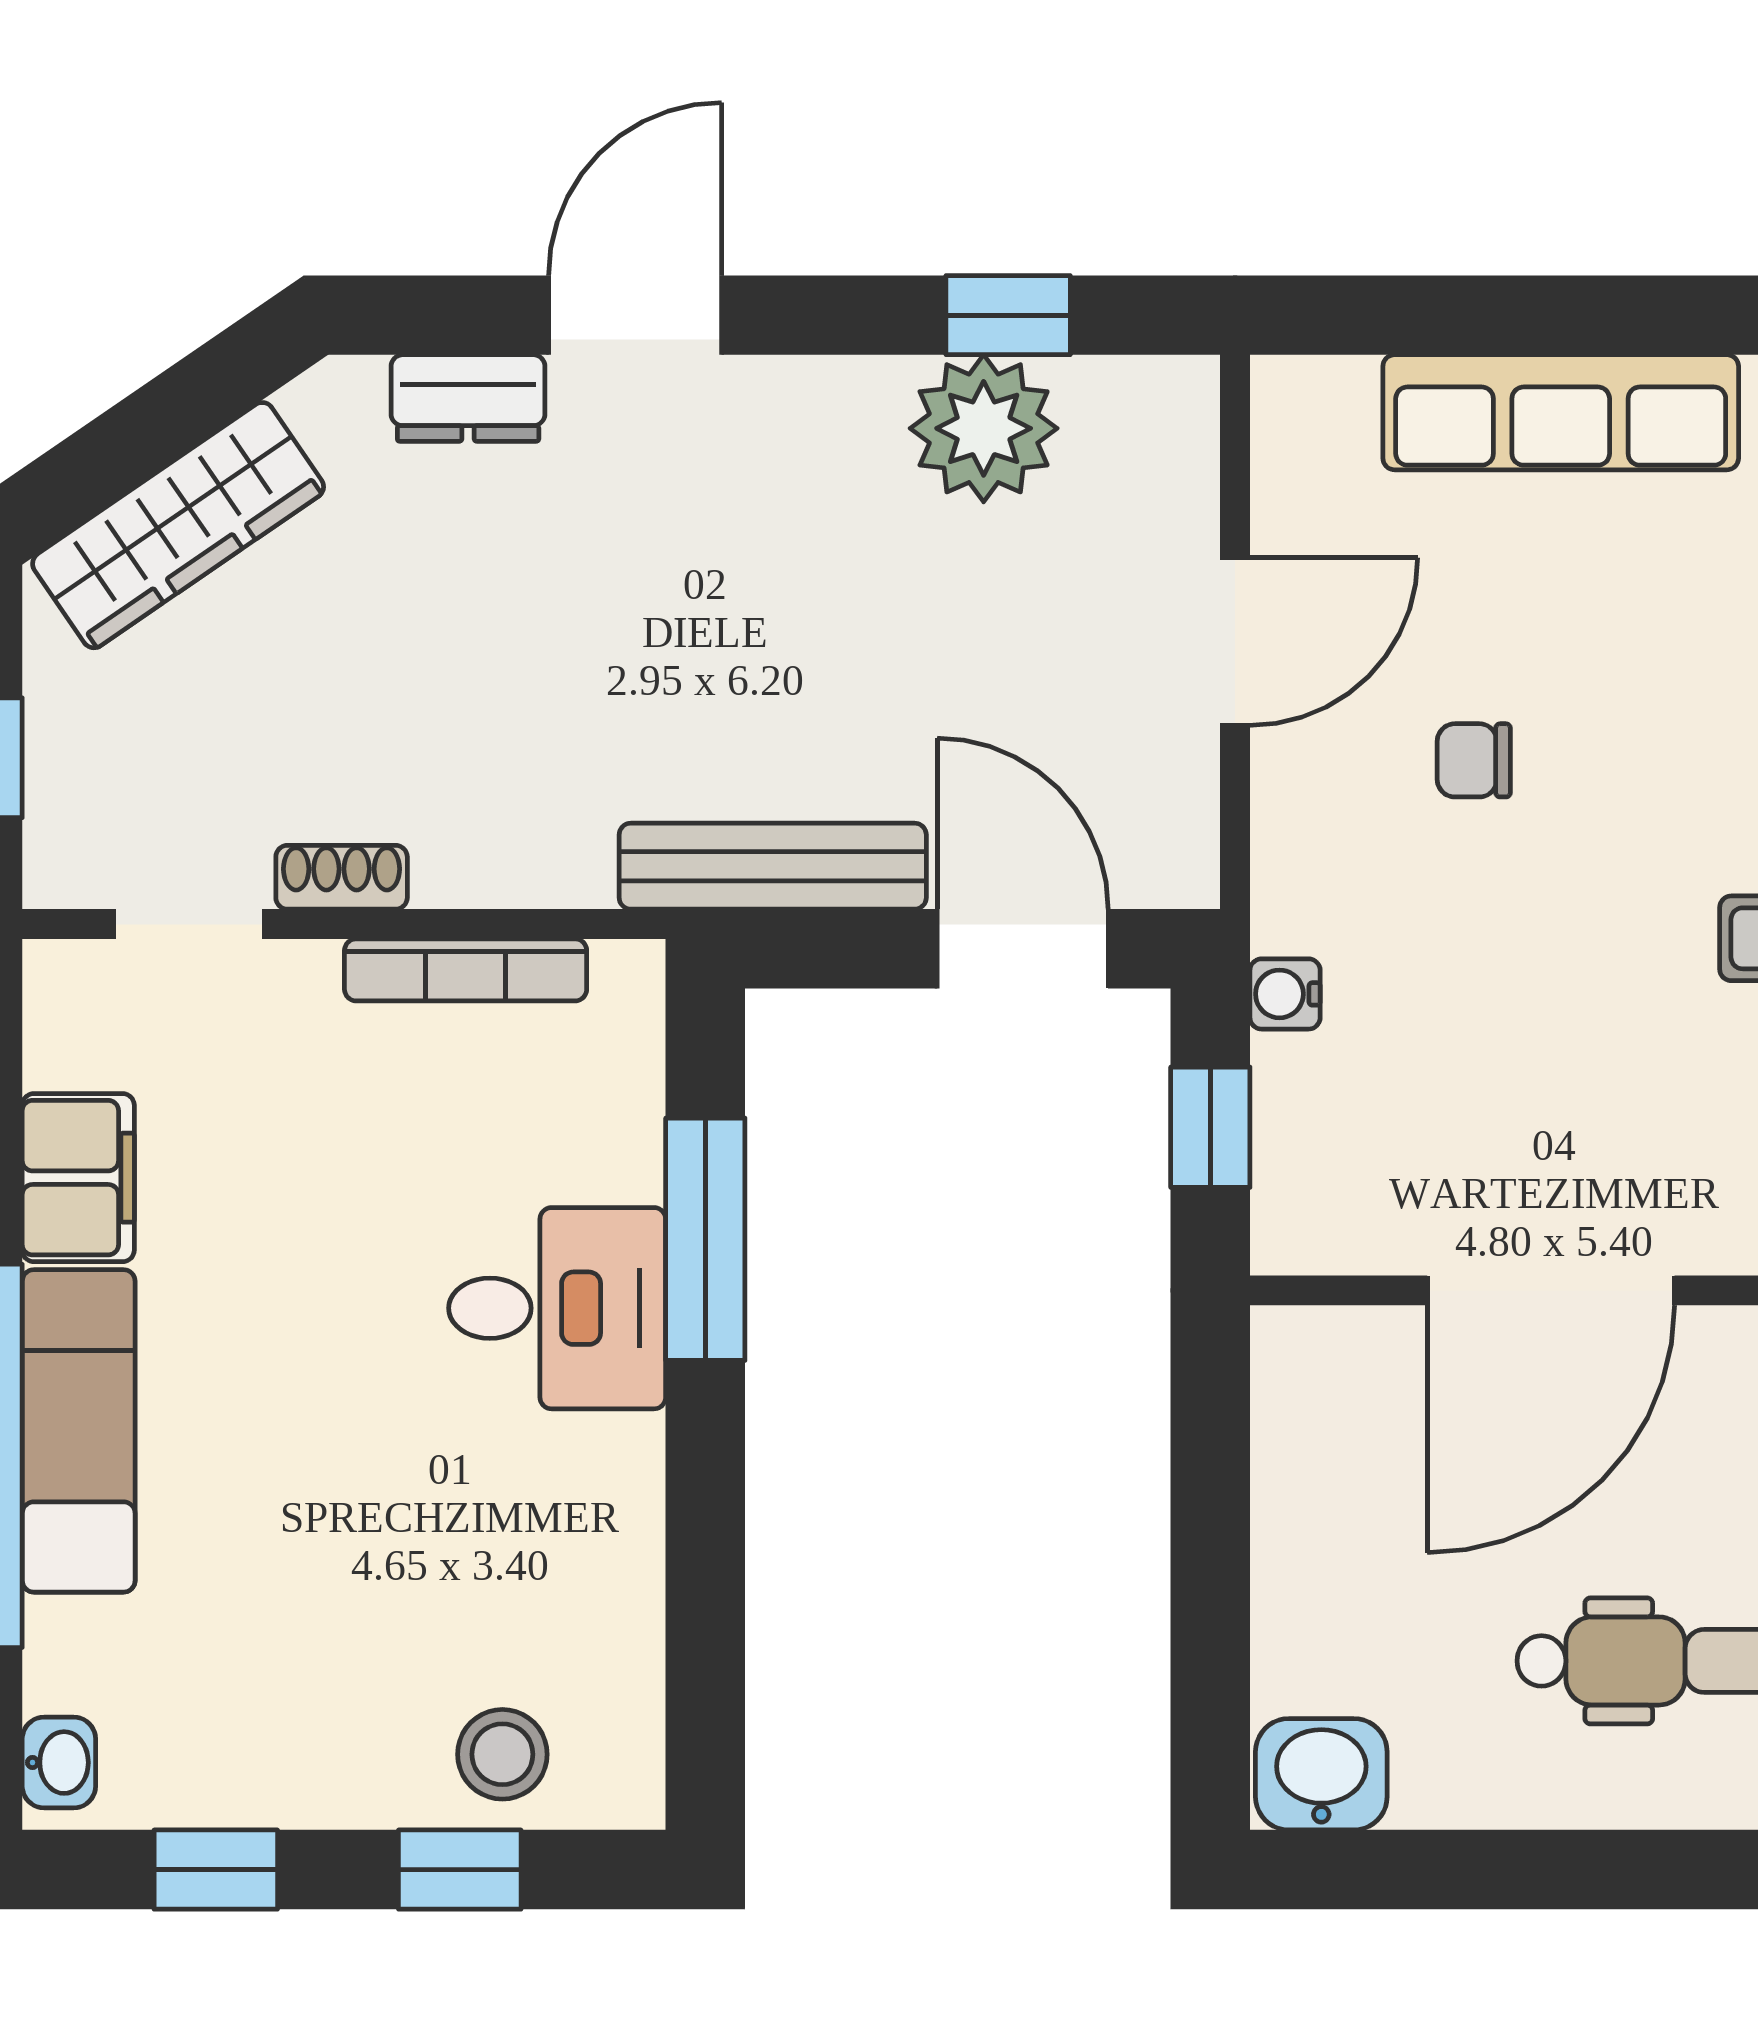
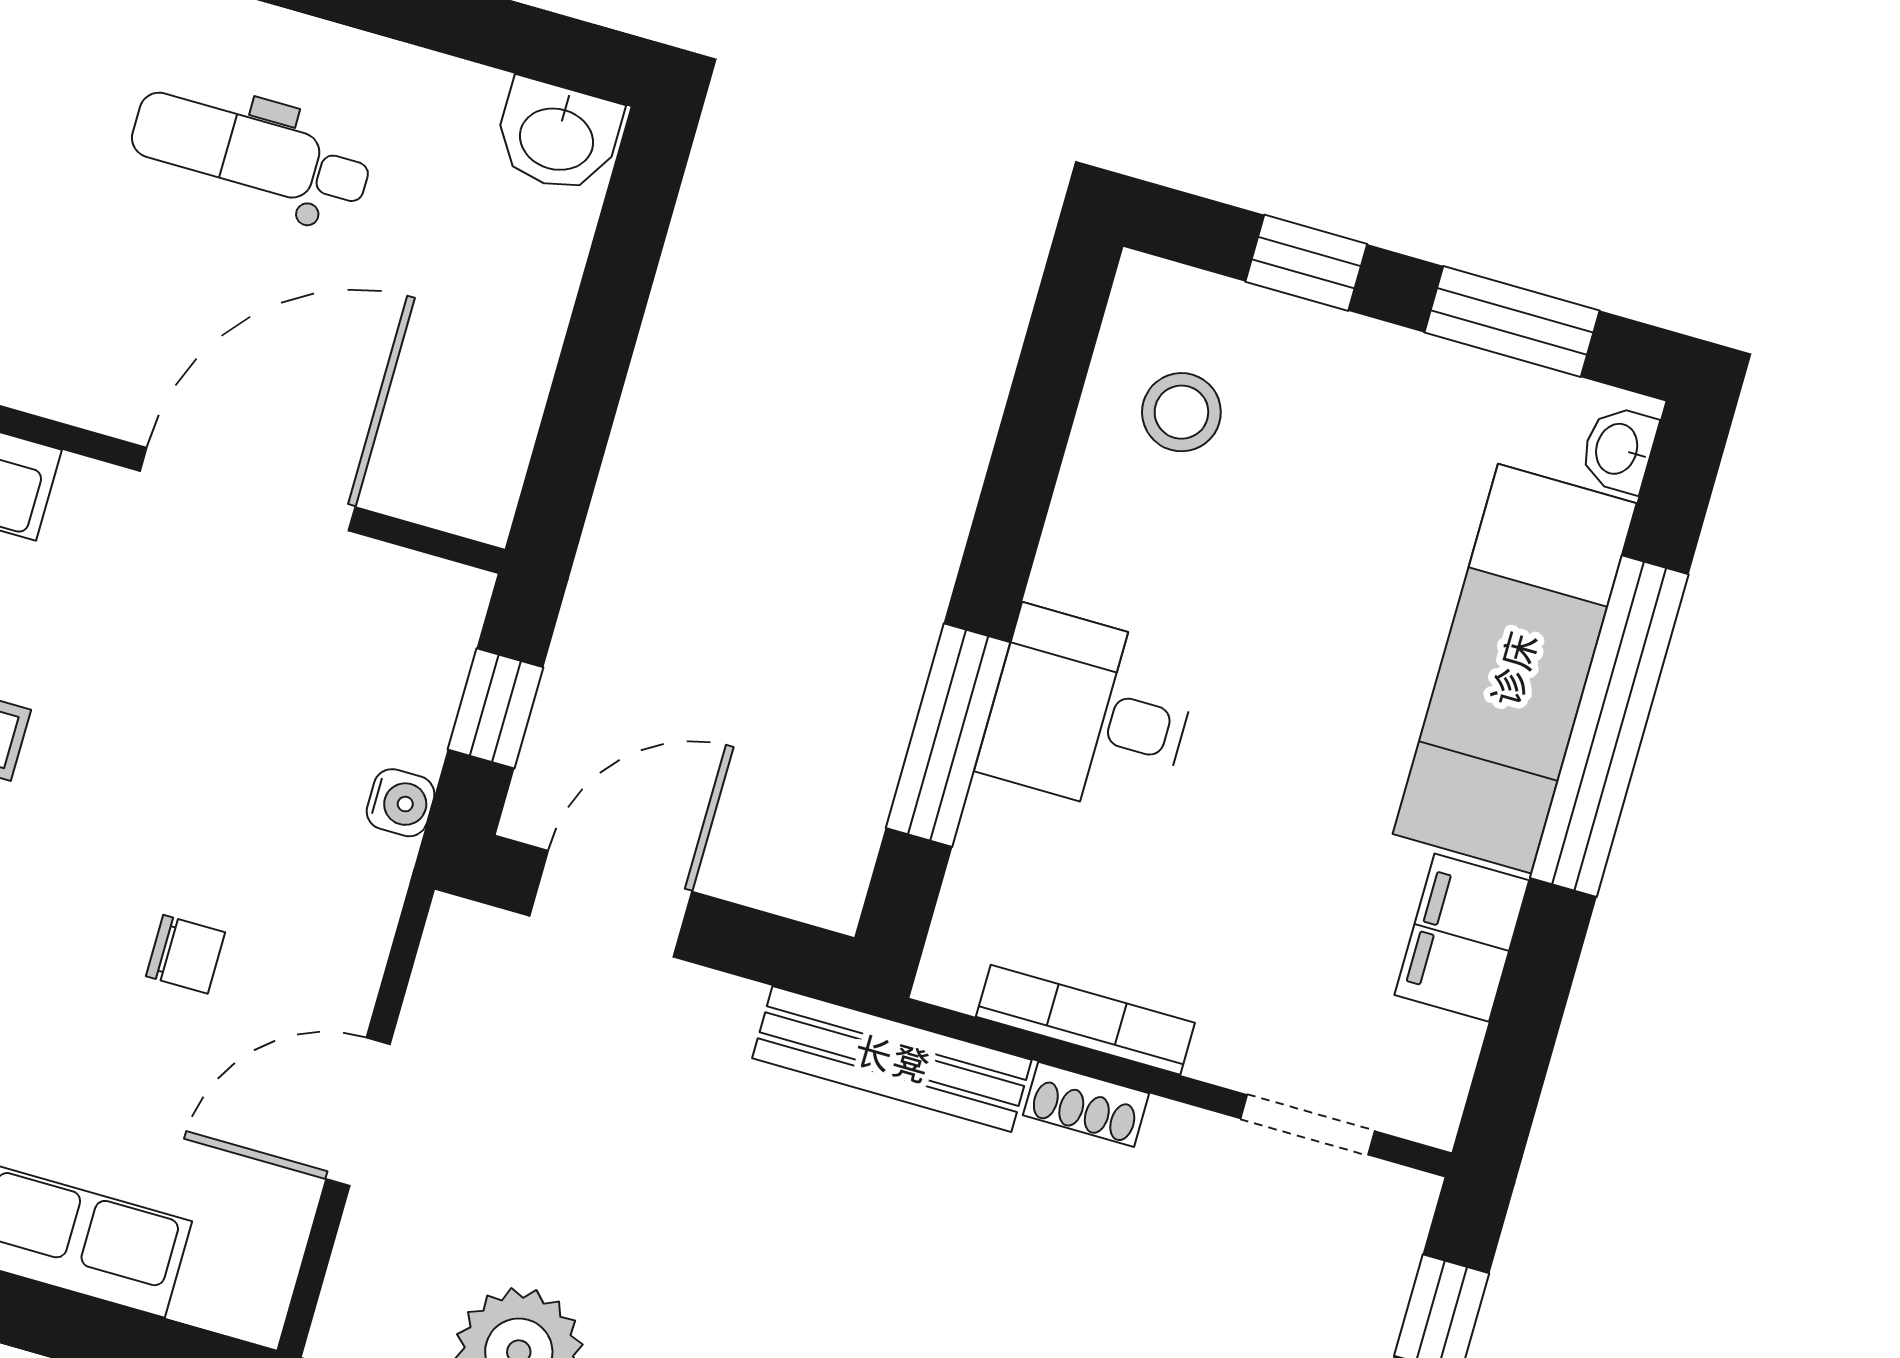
bench: (773, 866) -> (892, 1059), moved
shoe rack: (342, 877) -> (1086, 1104), moved
door: (1023, 949) -> (611, 904), swing flipped
exam couch: (79, 1431) -> (1515, 669), width x1.36, depth x1.45
stool: (502, 1754) -> (1181, 412), moved
window: (216, 1870) -> (1512, 321), width x1.50

